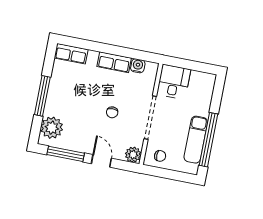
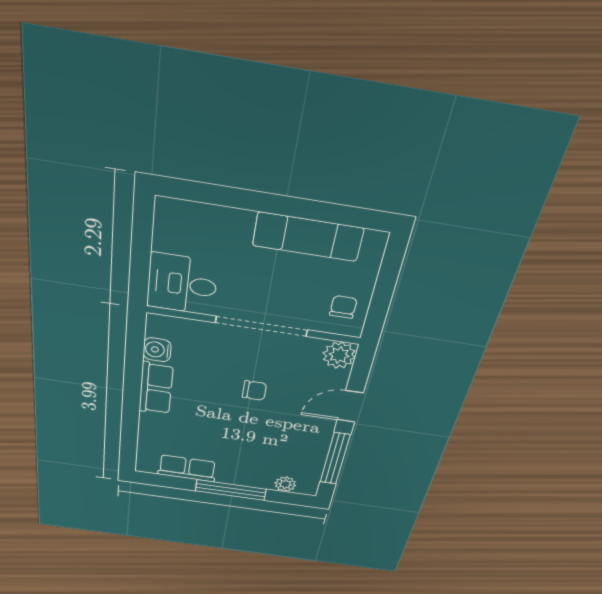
row of seats: (71, 54) -> (187, 468), moved, turned -90
plant: (52, 128) -> (285, 484), width x0.53, depth x0.53
window: (208, 140) -> (308, 209), removed

